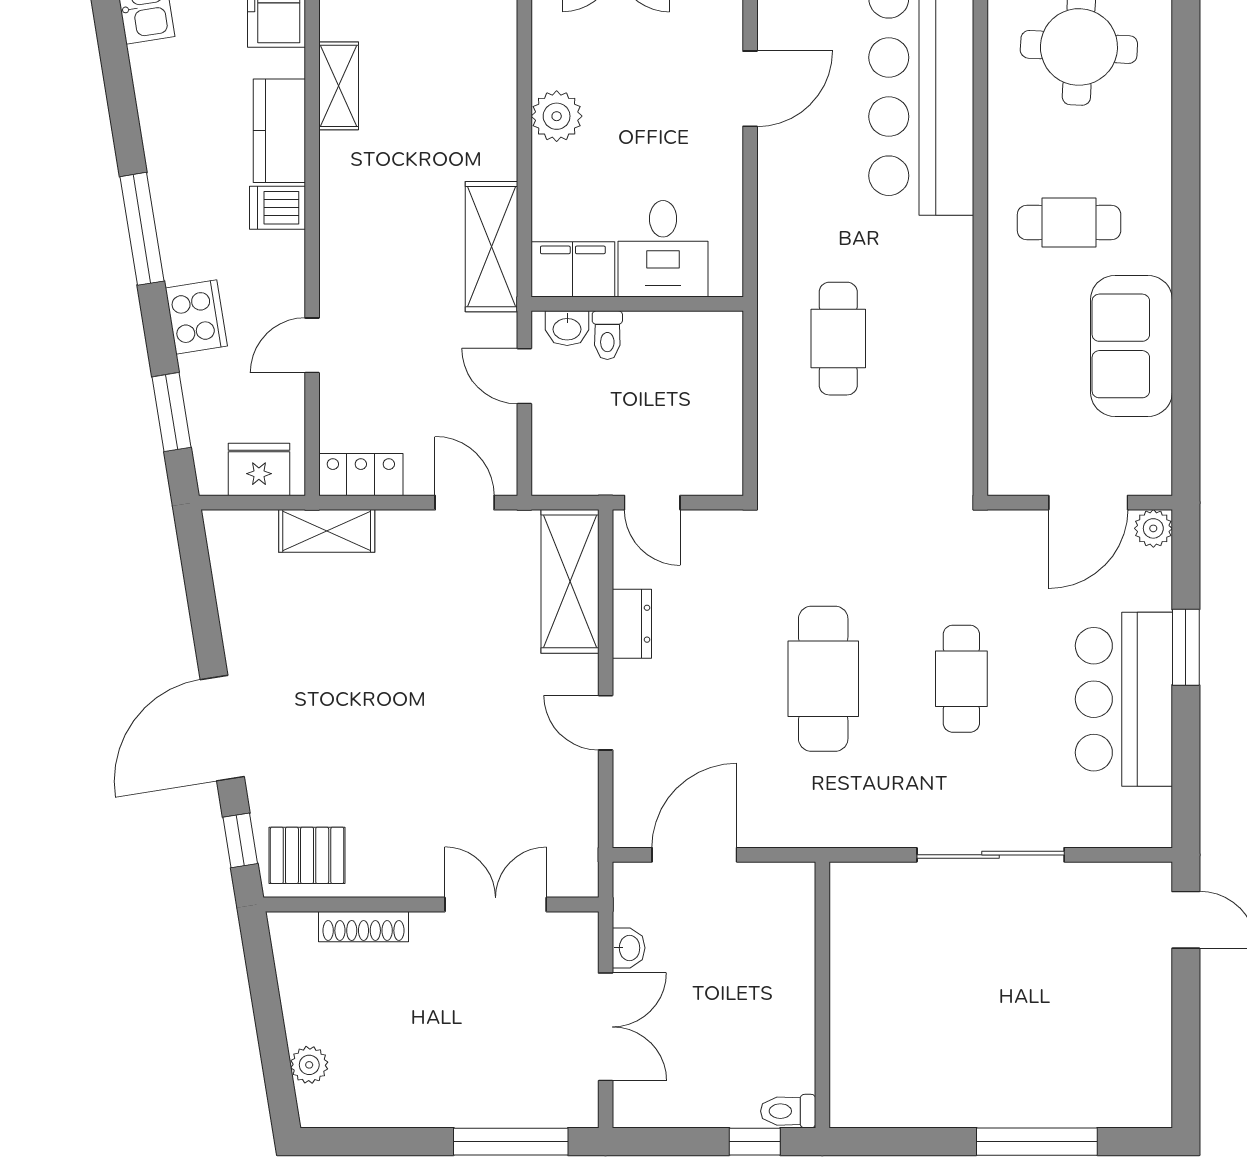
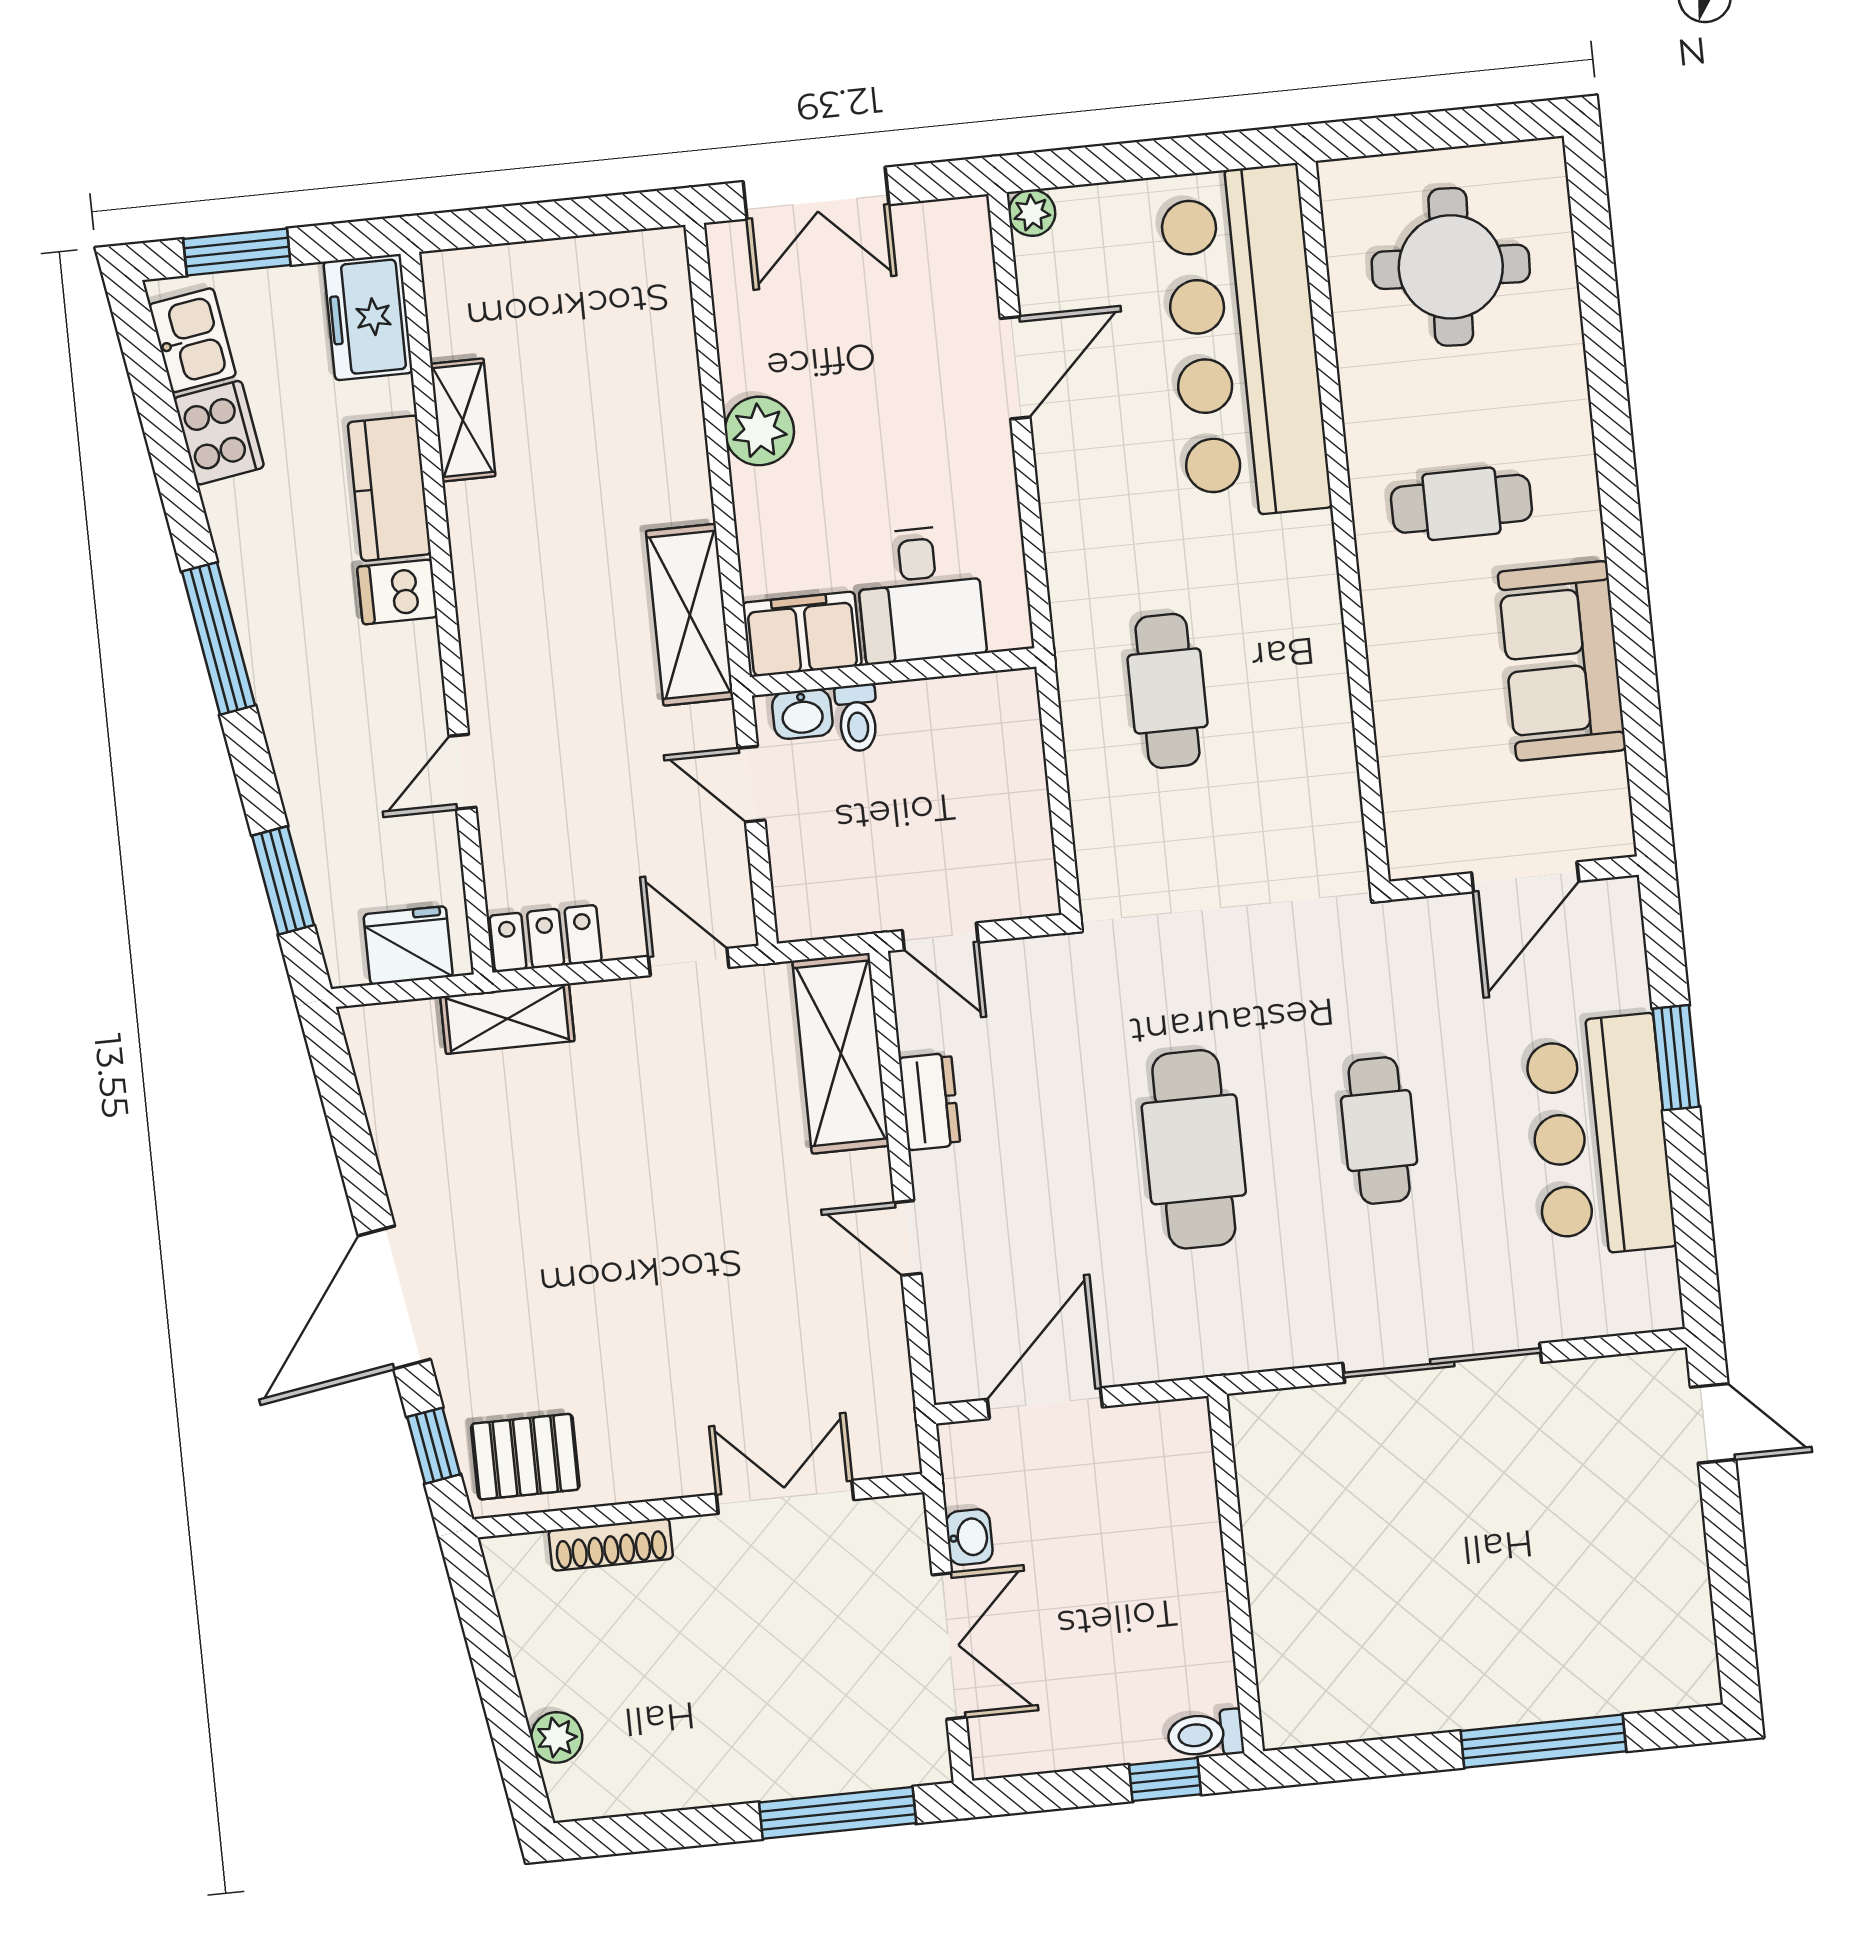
cooker: (196, 317) -> (219, 433), moved
plant: (1153, 528) -> (1616, 903), removed

